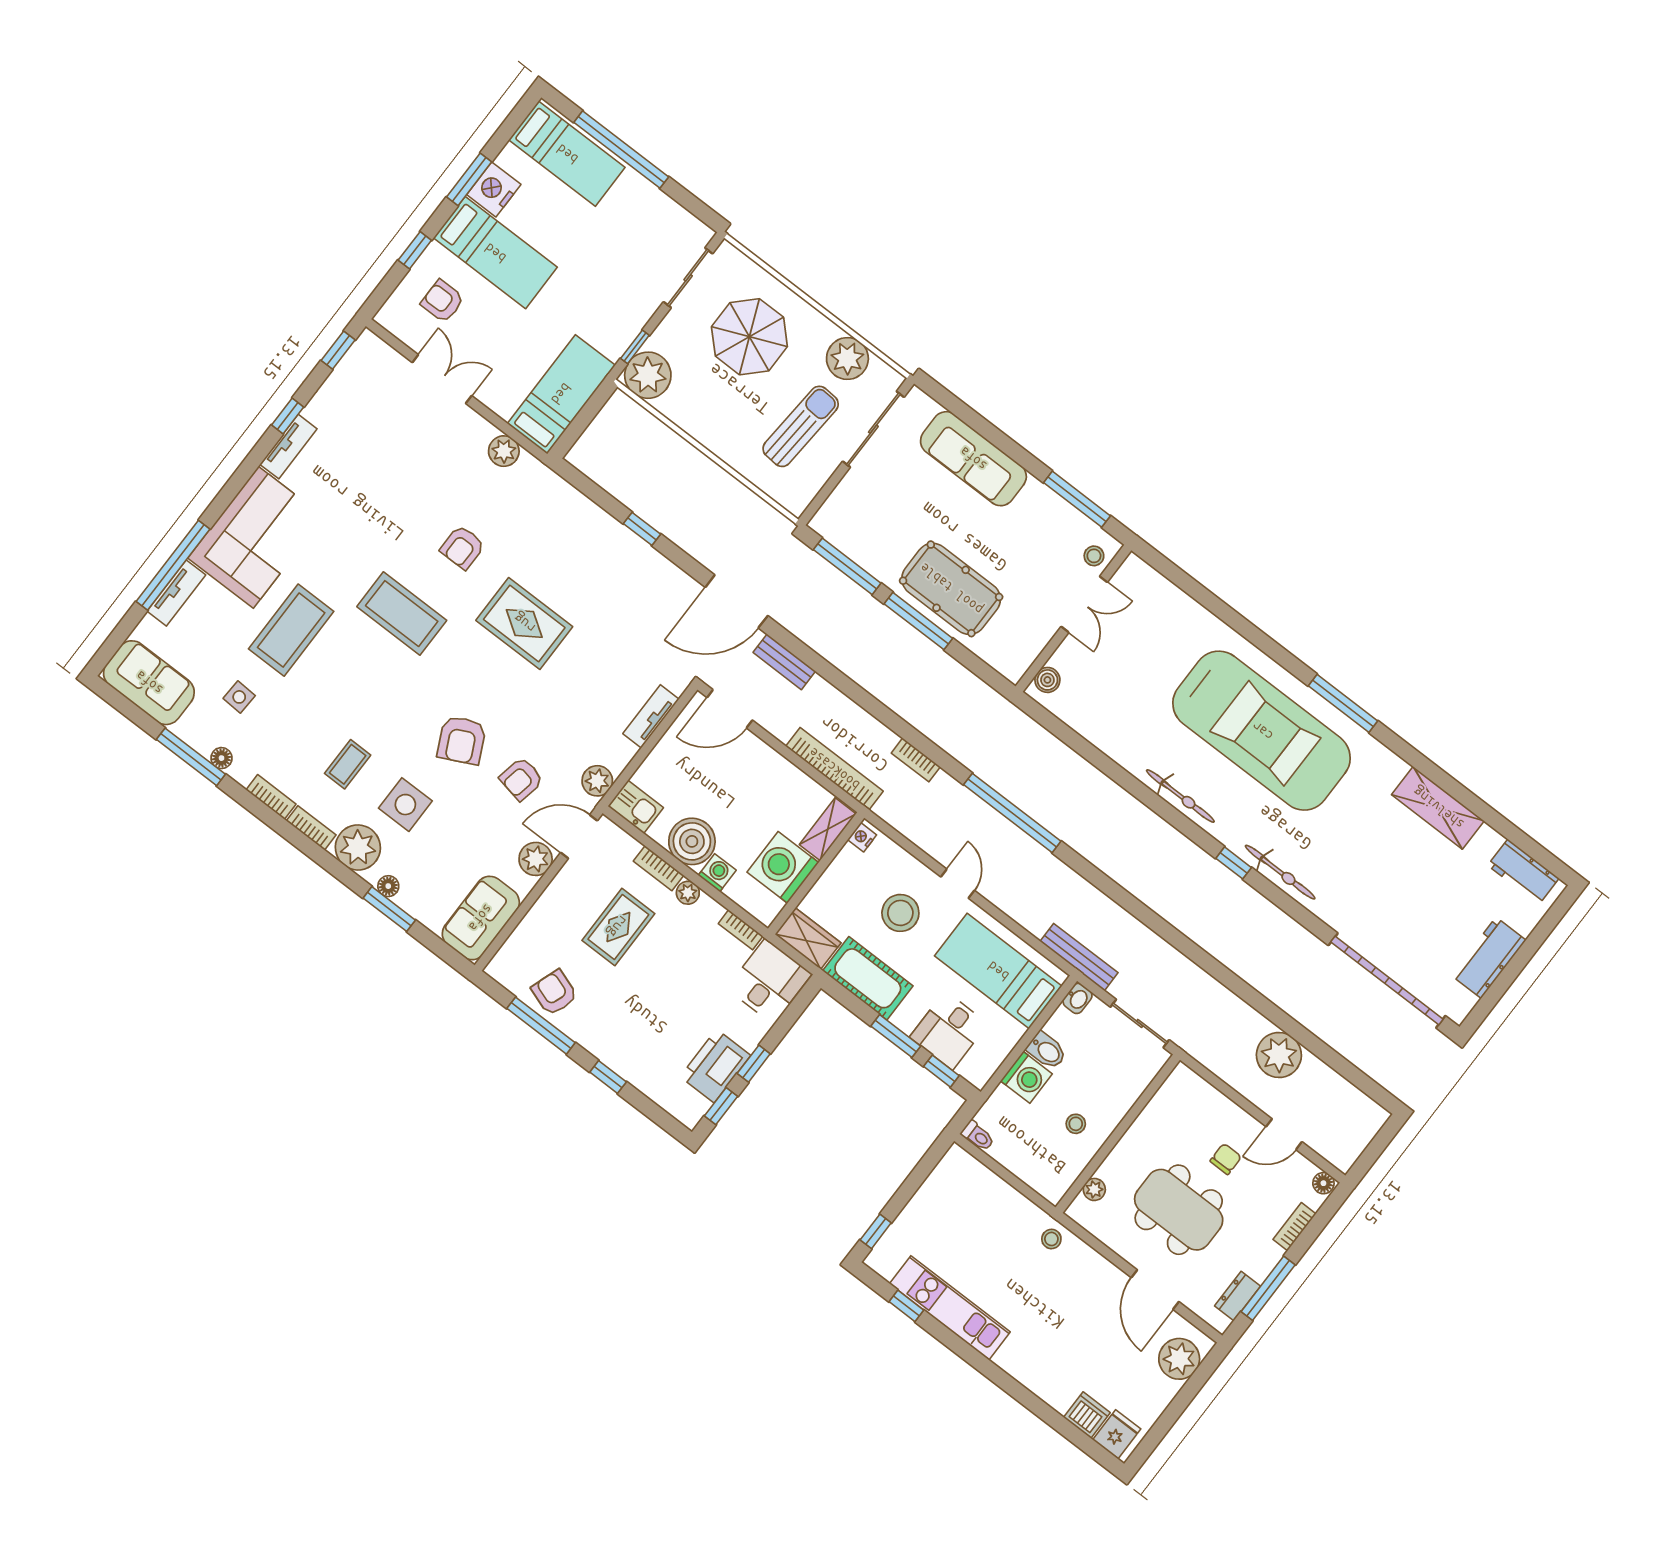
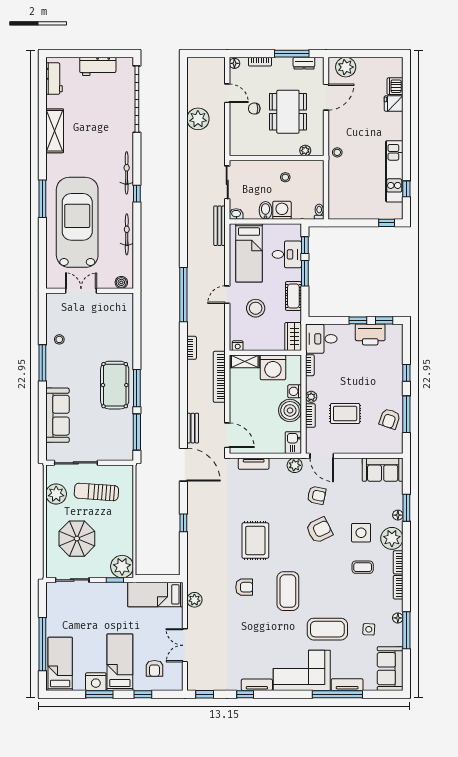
double door: (1084, 604) -> (81, 291), moved
wall: (1074, 618) -> (90, 291), moved
boiler: (1047, 680) -> (121, 282), moved
plant: (536, 859) -> (343, 466), removed
cot: (868, 978) -> (293, 296), width x0.73, depth x0.75
fridge: (1117, 1434) -> (394, 104), moved

